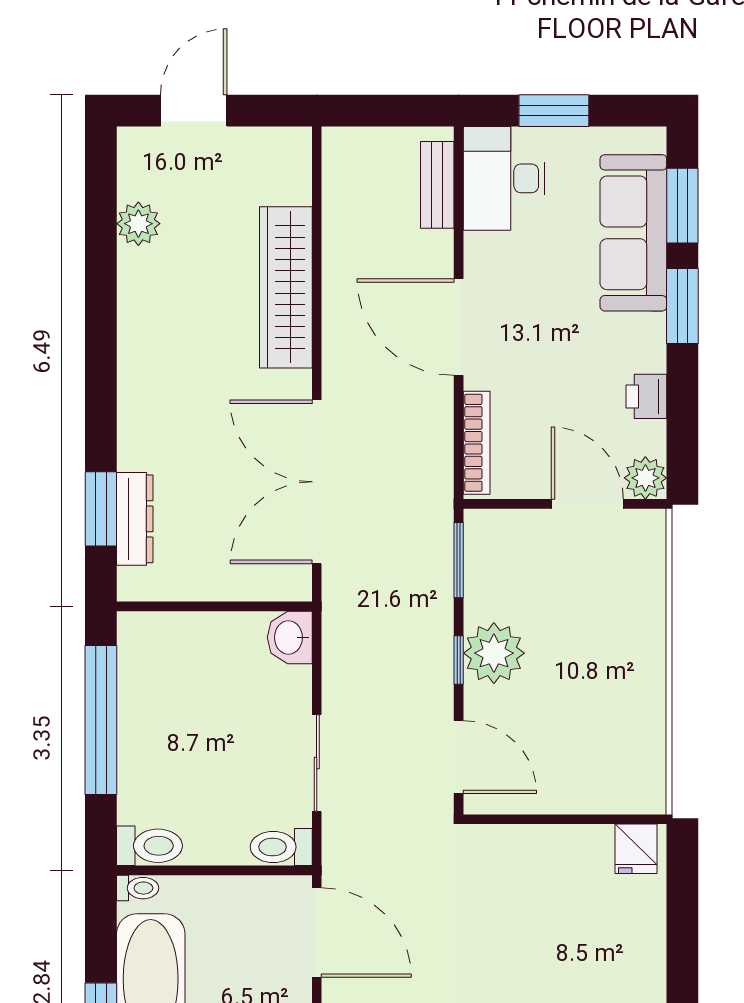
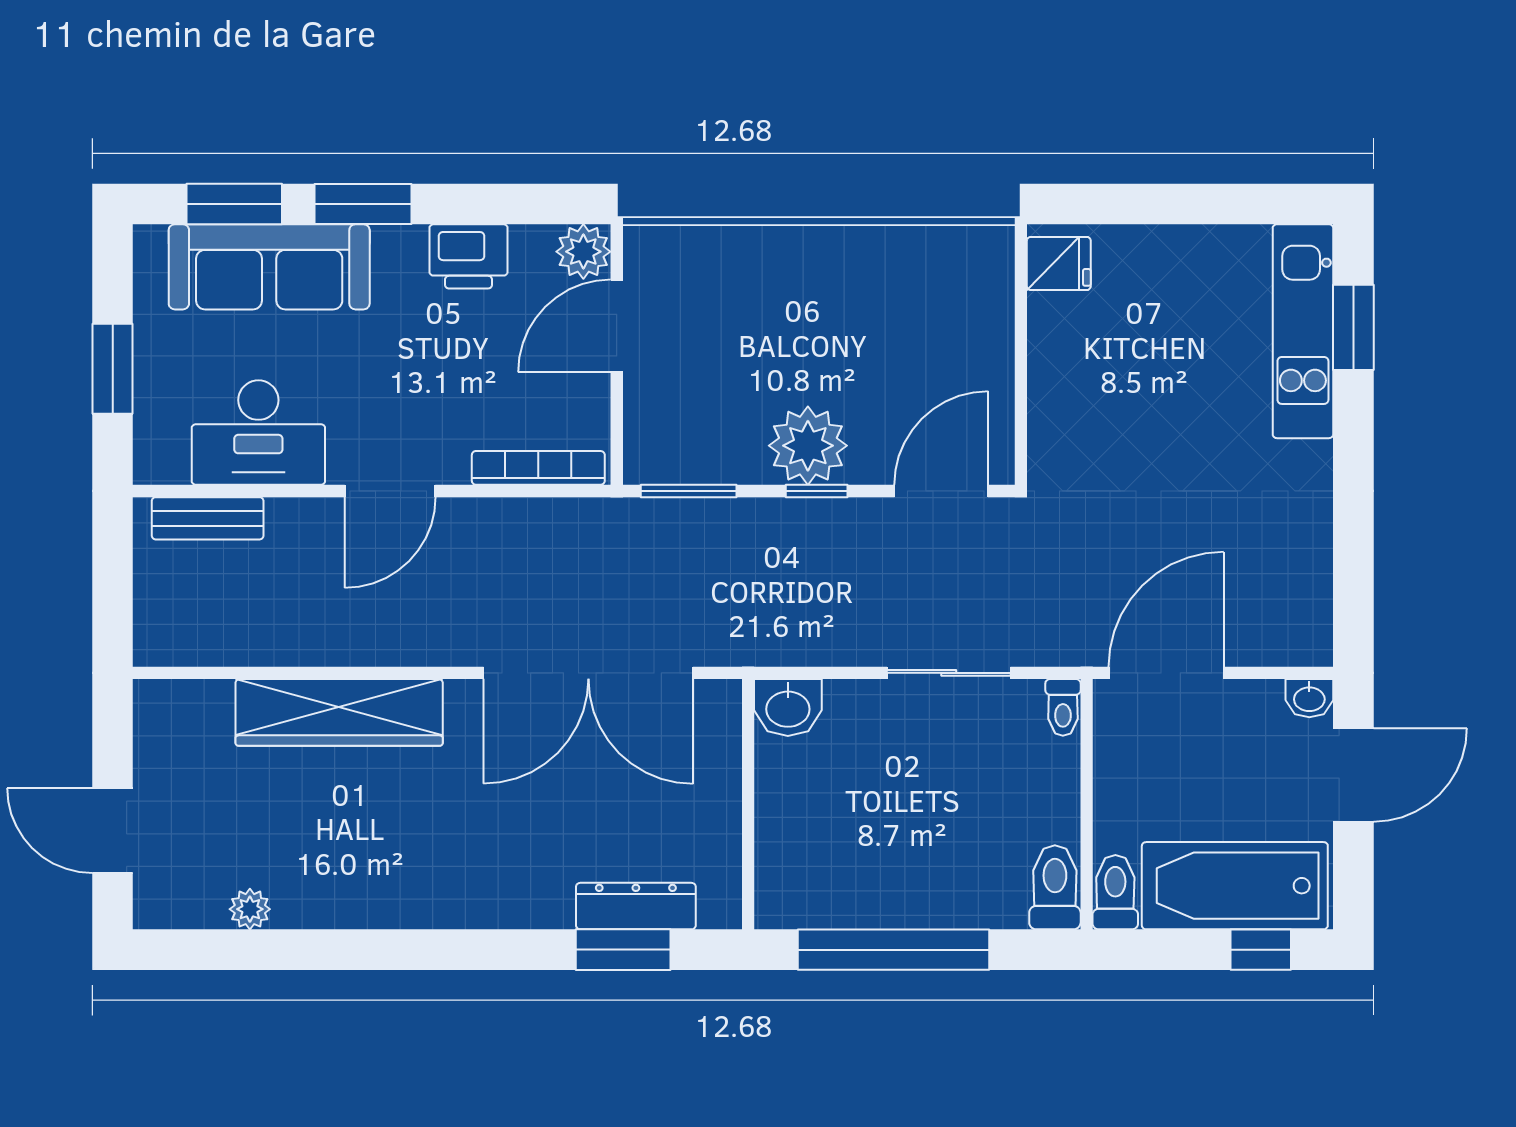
desk: (504, 178) -> (258, 433), moved
plant: (138, 224) -> (250, 909), width x0.73, depth x0.73
door: (459, 327) -> (390, 491), width x0.73
printer: (646, 396) -> (469, 256), width x1.36, depth x1.24
toilet: (281, 847) -> (1063, 707), width x0.73, depth x0.72
toilet: (138, 888) -> (1115, 892), width x1.37, depth x1.39

